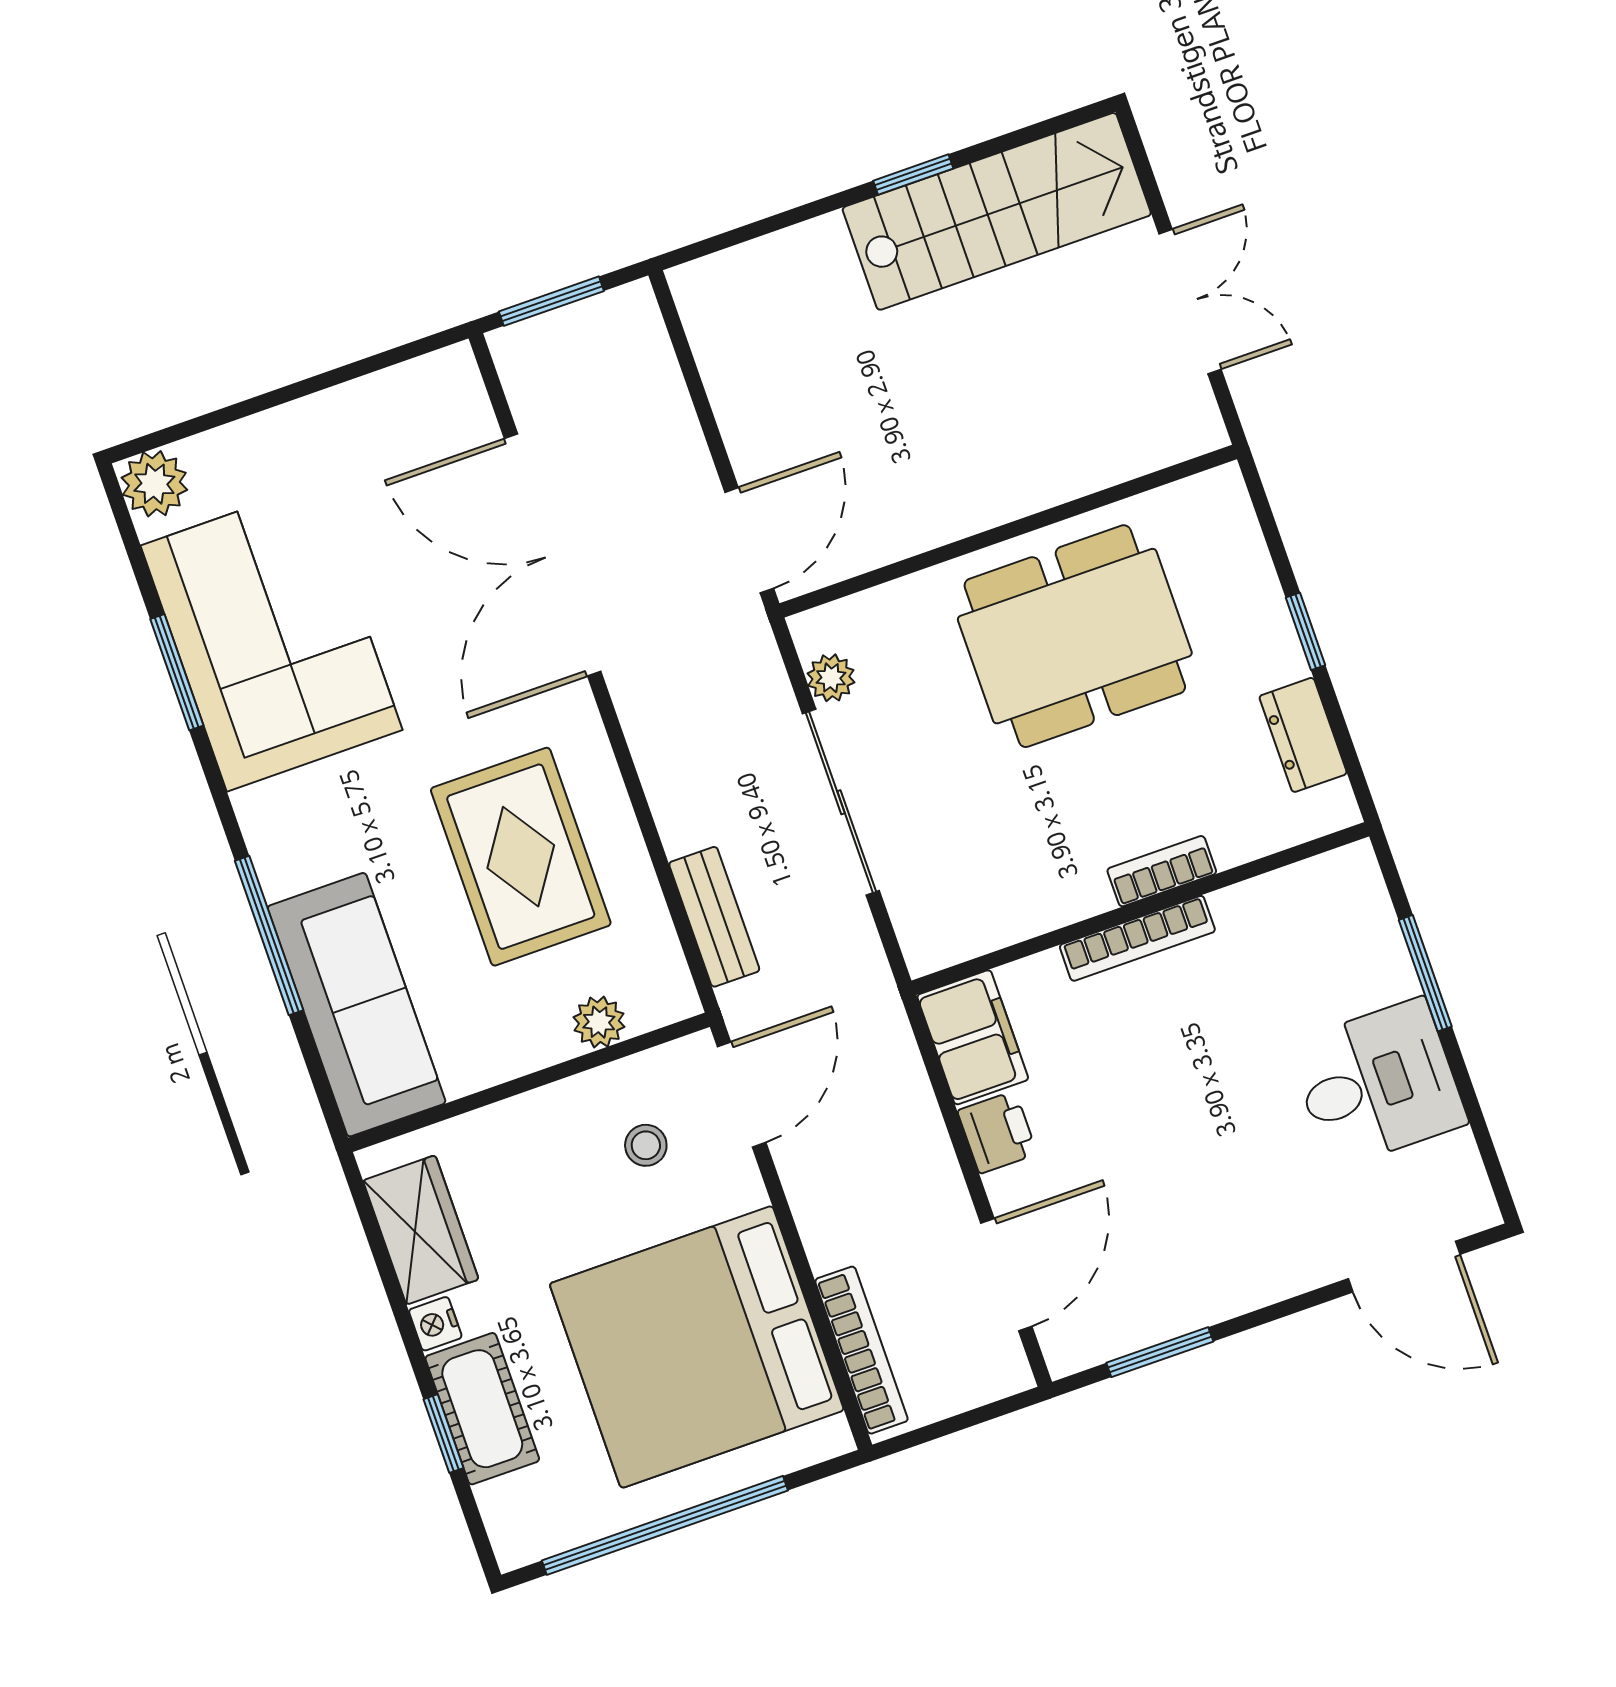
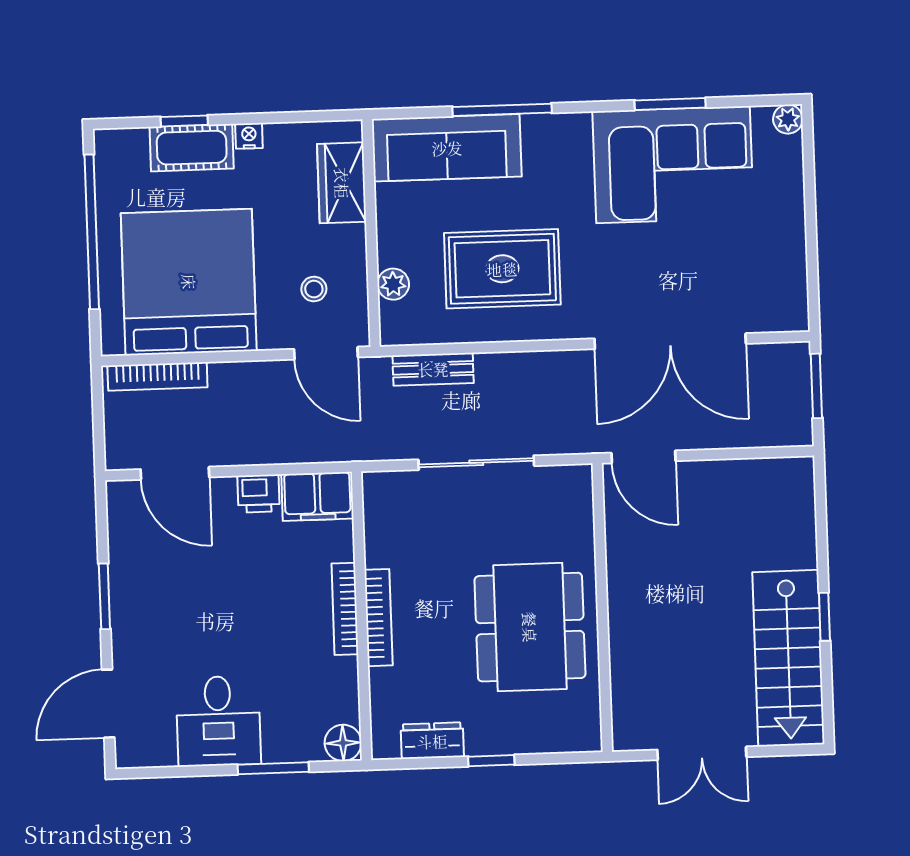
plant: (154, 484) -> (788, 119), width x0.73, depth x0.73
double door: (553, 555) -> (670, 341), swing flipped
plant: (831, 678) -> (550, 479), removed
bookcase: (1162, 871) -> (379, 618), width x1.56
floor lamp: (1351, 875) -> (343, 743), added
wardrobe: (421, 1230) -> (342, 183), moved, turned 90
window: (1160, 1352) -> (104, 596), moved

